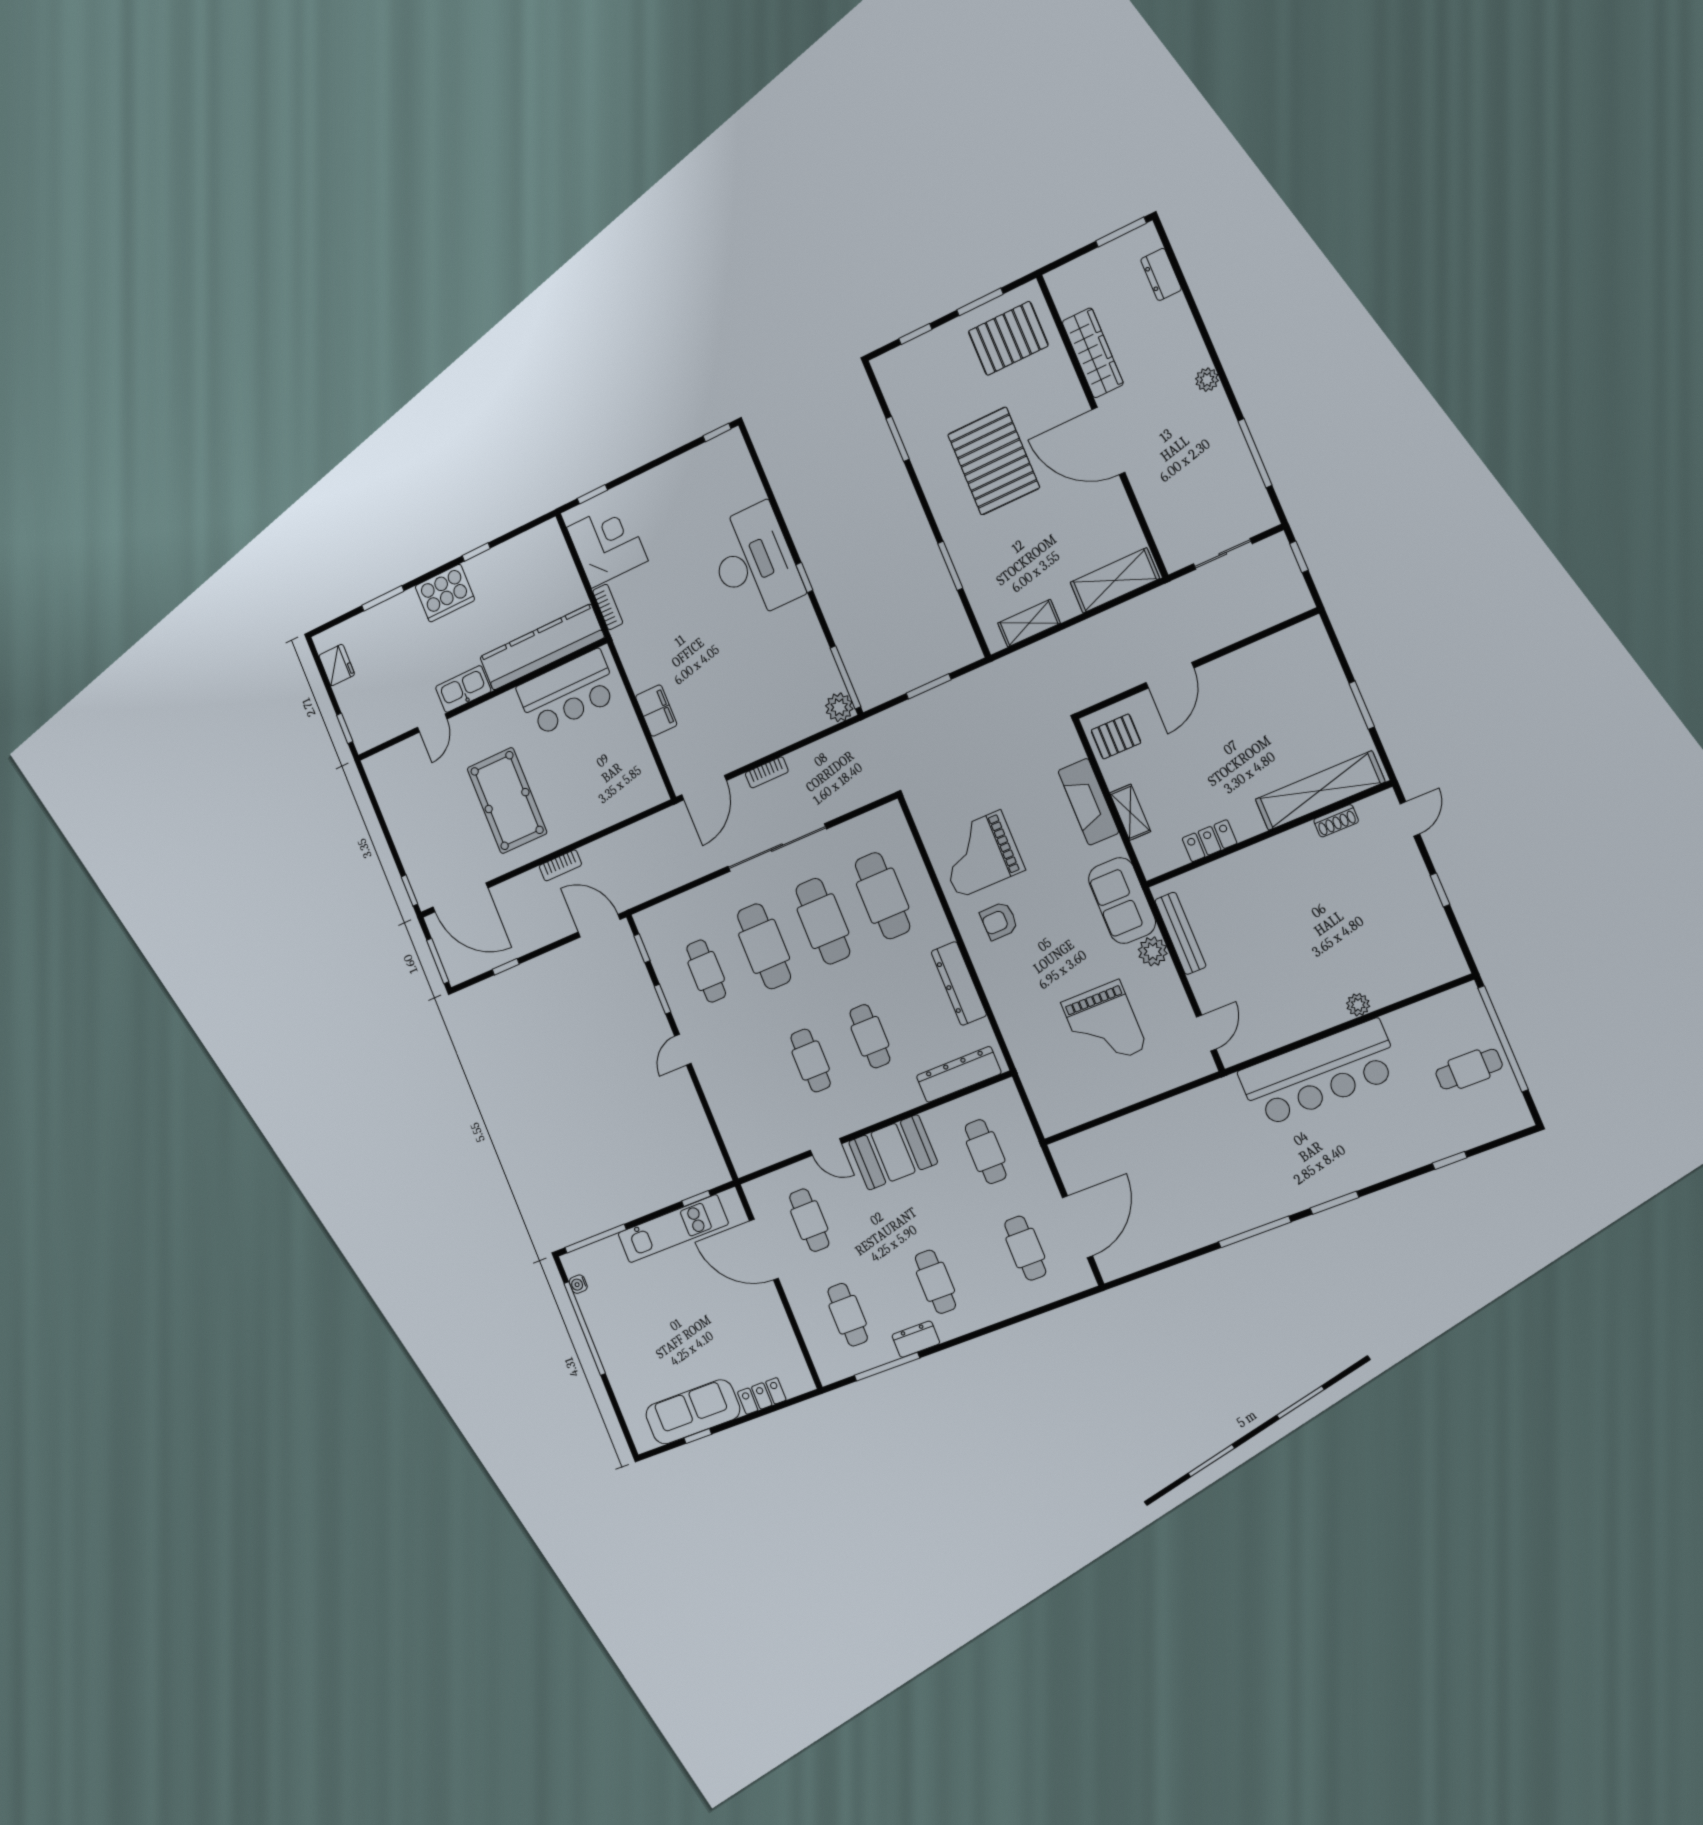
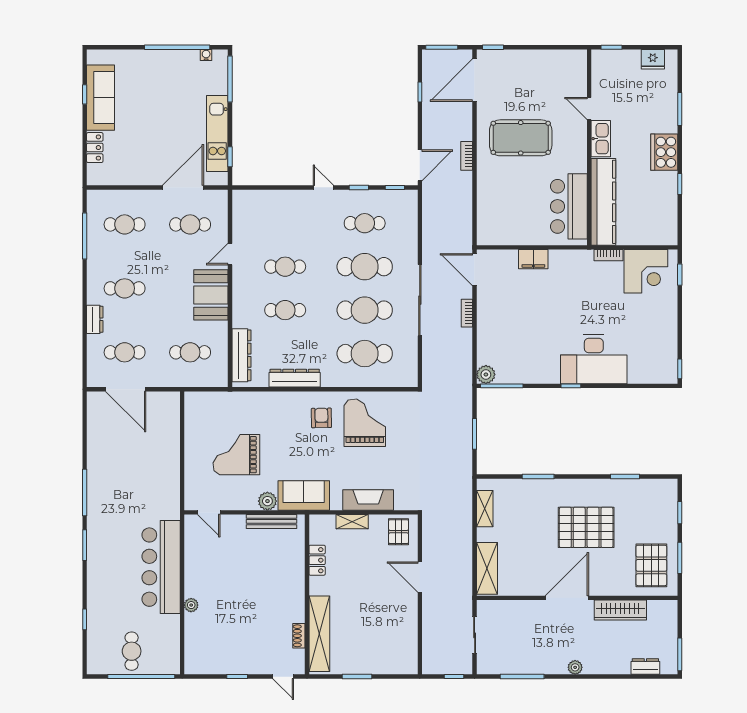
dresser: (916, 1339) -> (95, 319), moved

